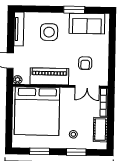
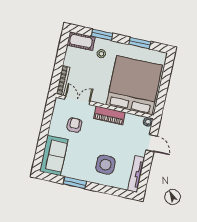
sofa: (87, 24) -> (54, 155), moved, turned 90
piano: (49, 76) -> (109, 115), width x0.73, depth x0.75
cot: (100, 130) -> (81, 41), moved, turned 90

